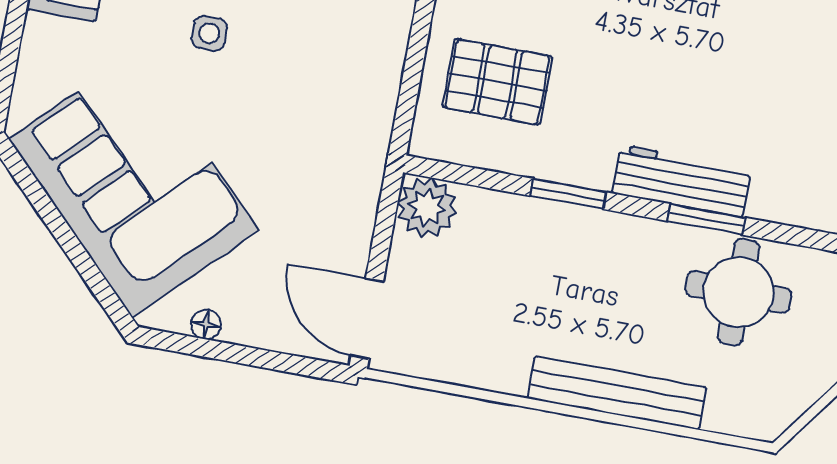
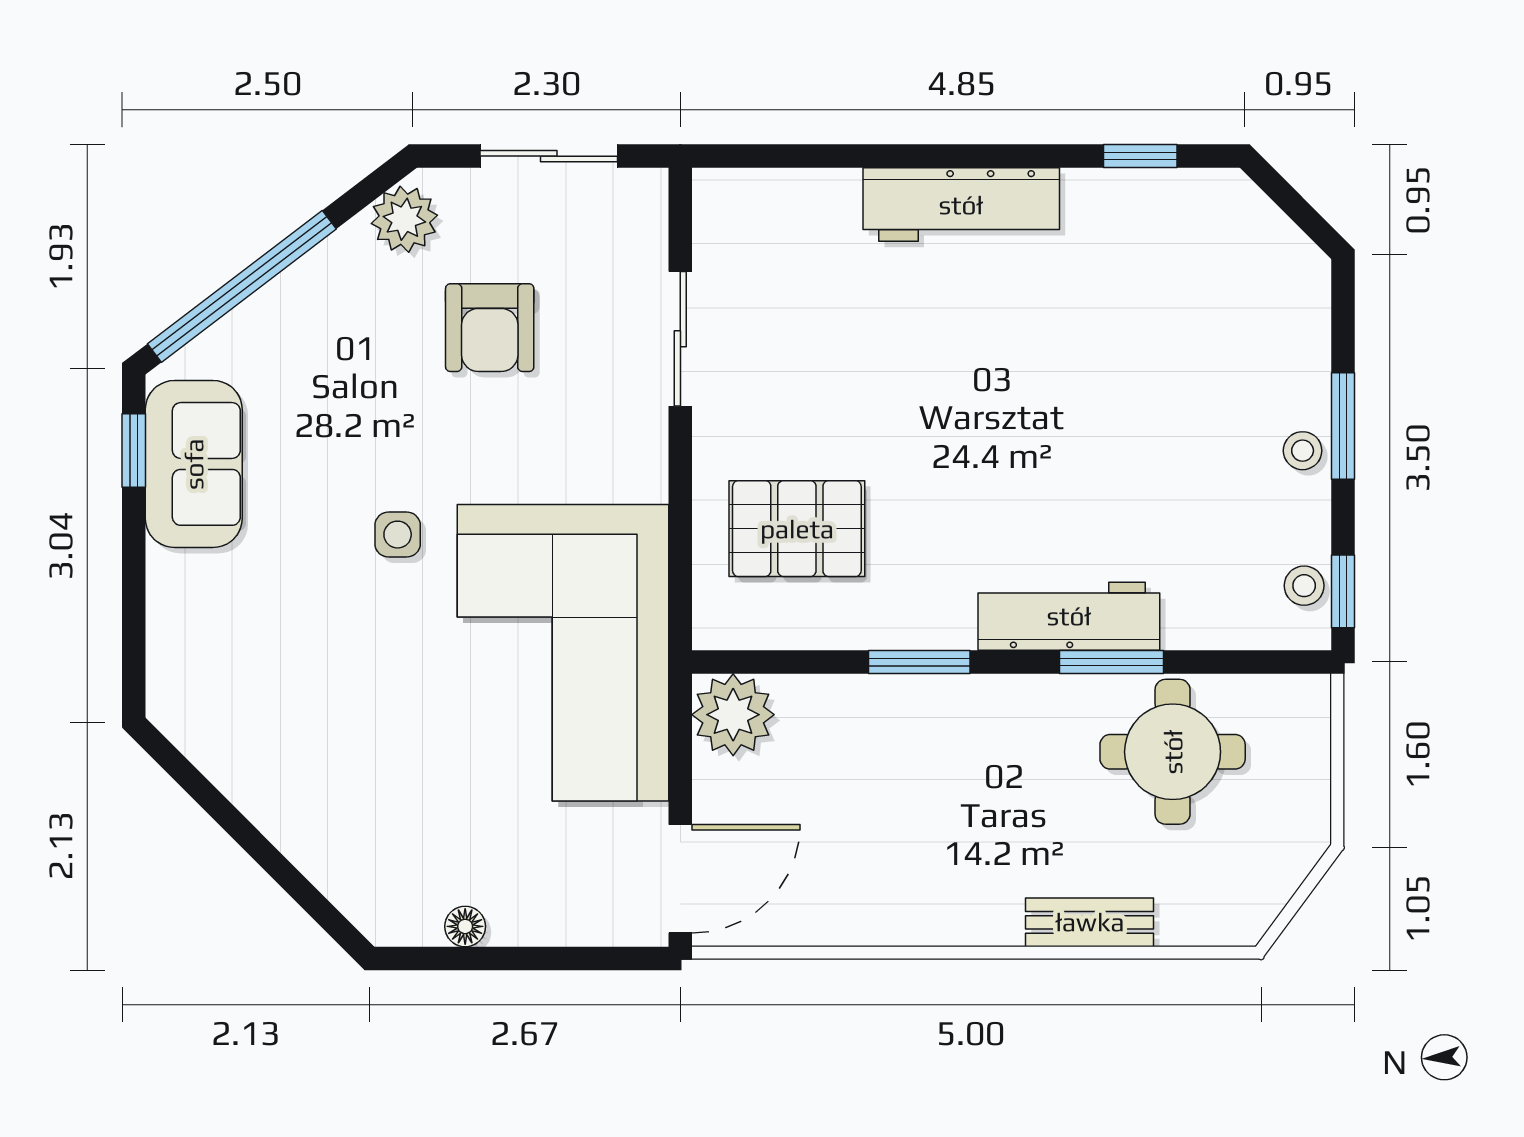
corner sofa: (134, 185) -> (563, 653), moved, turned -135
door: (367, 319) -> (680, 879), swing flipped
bench: (617, 393) -> (1090, 922), width x0.54, depth x0.82

